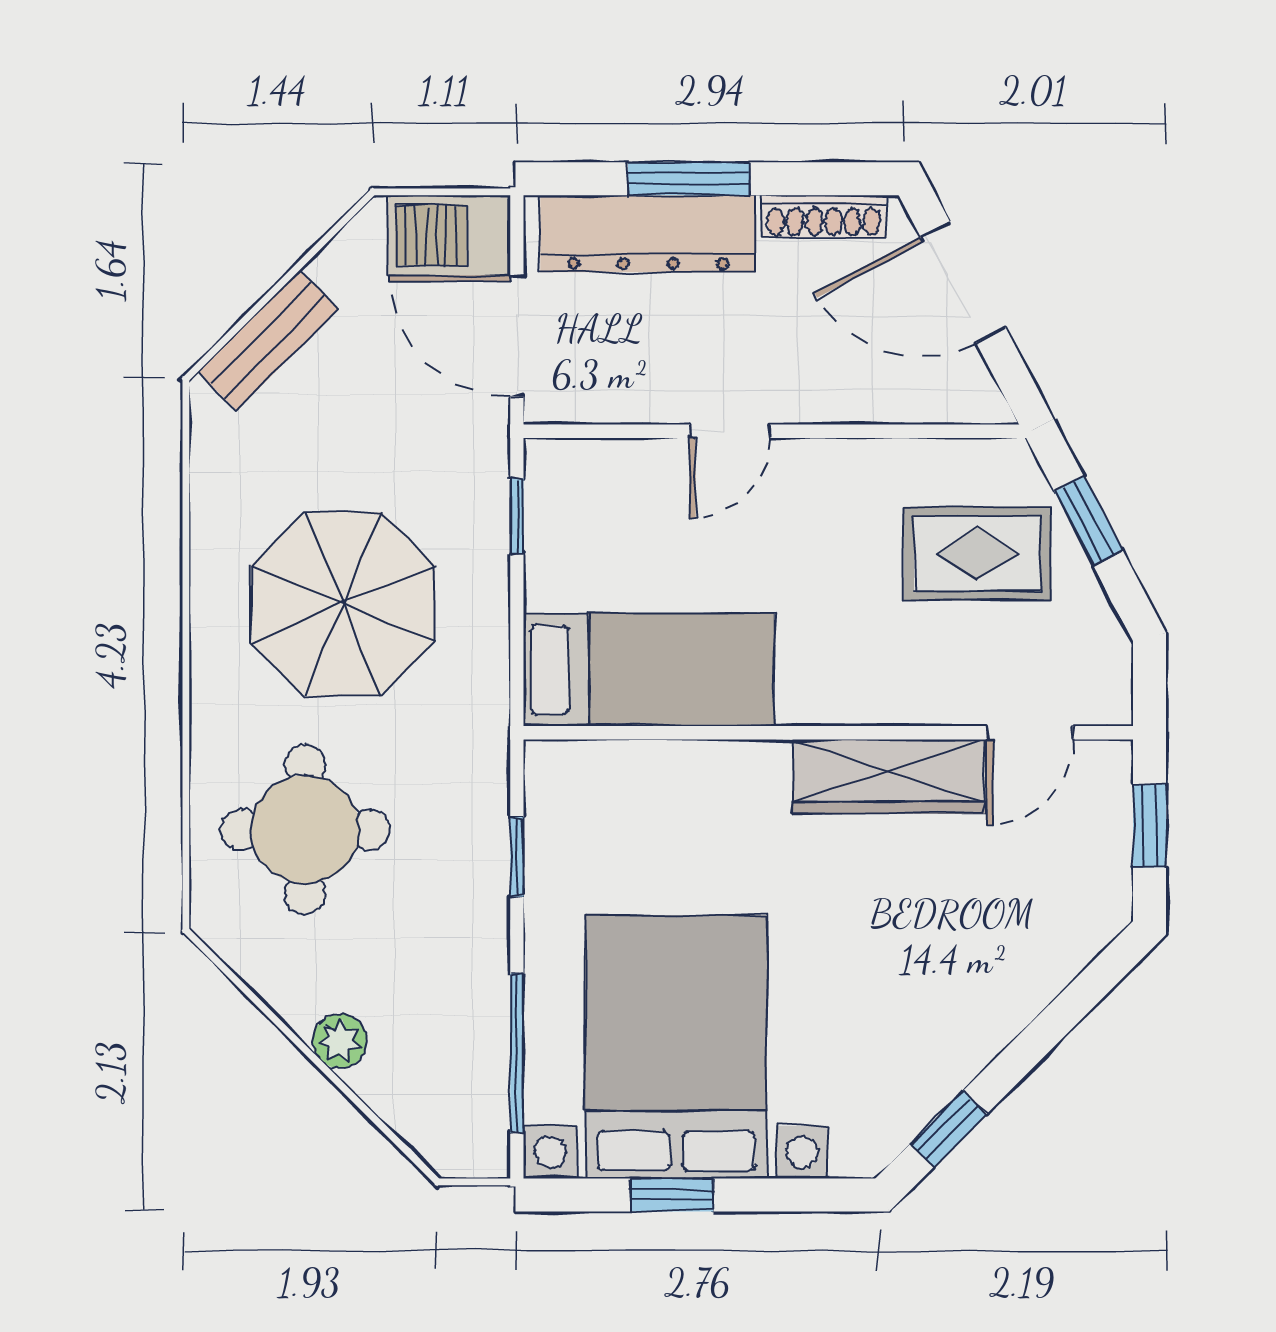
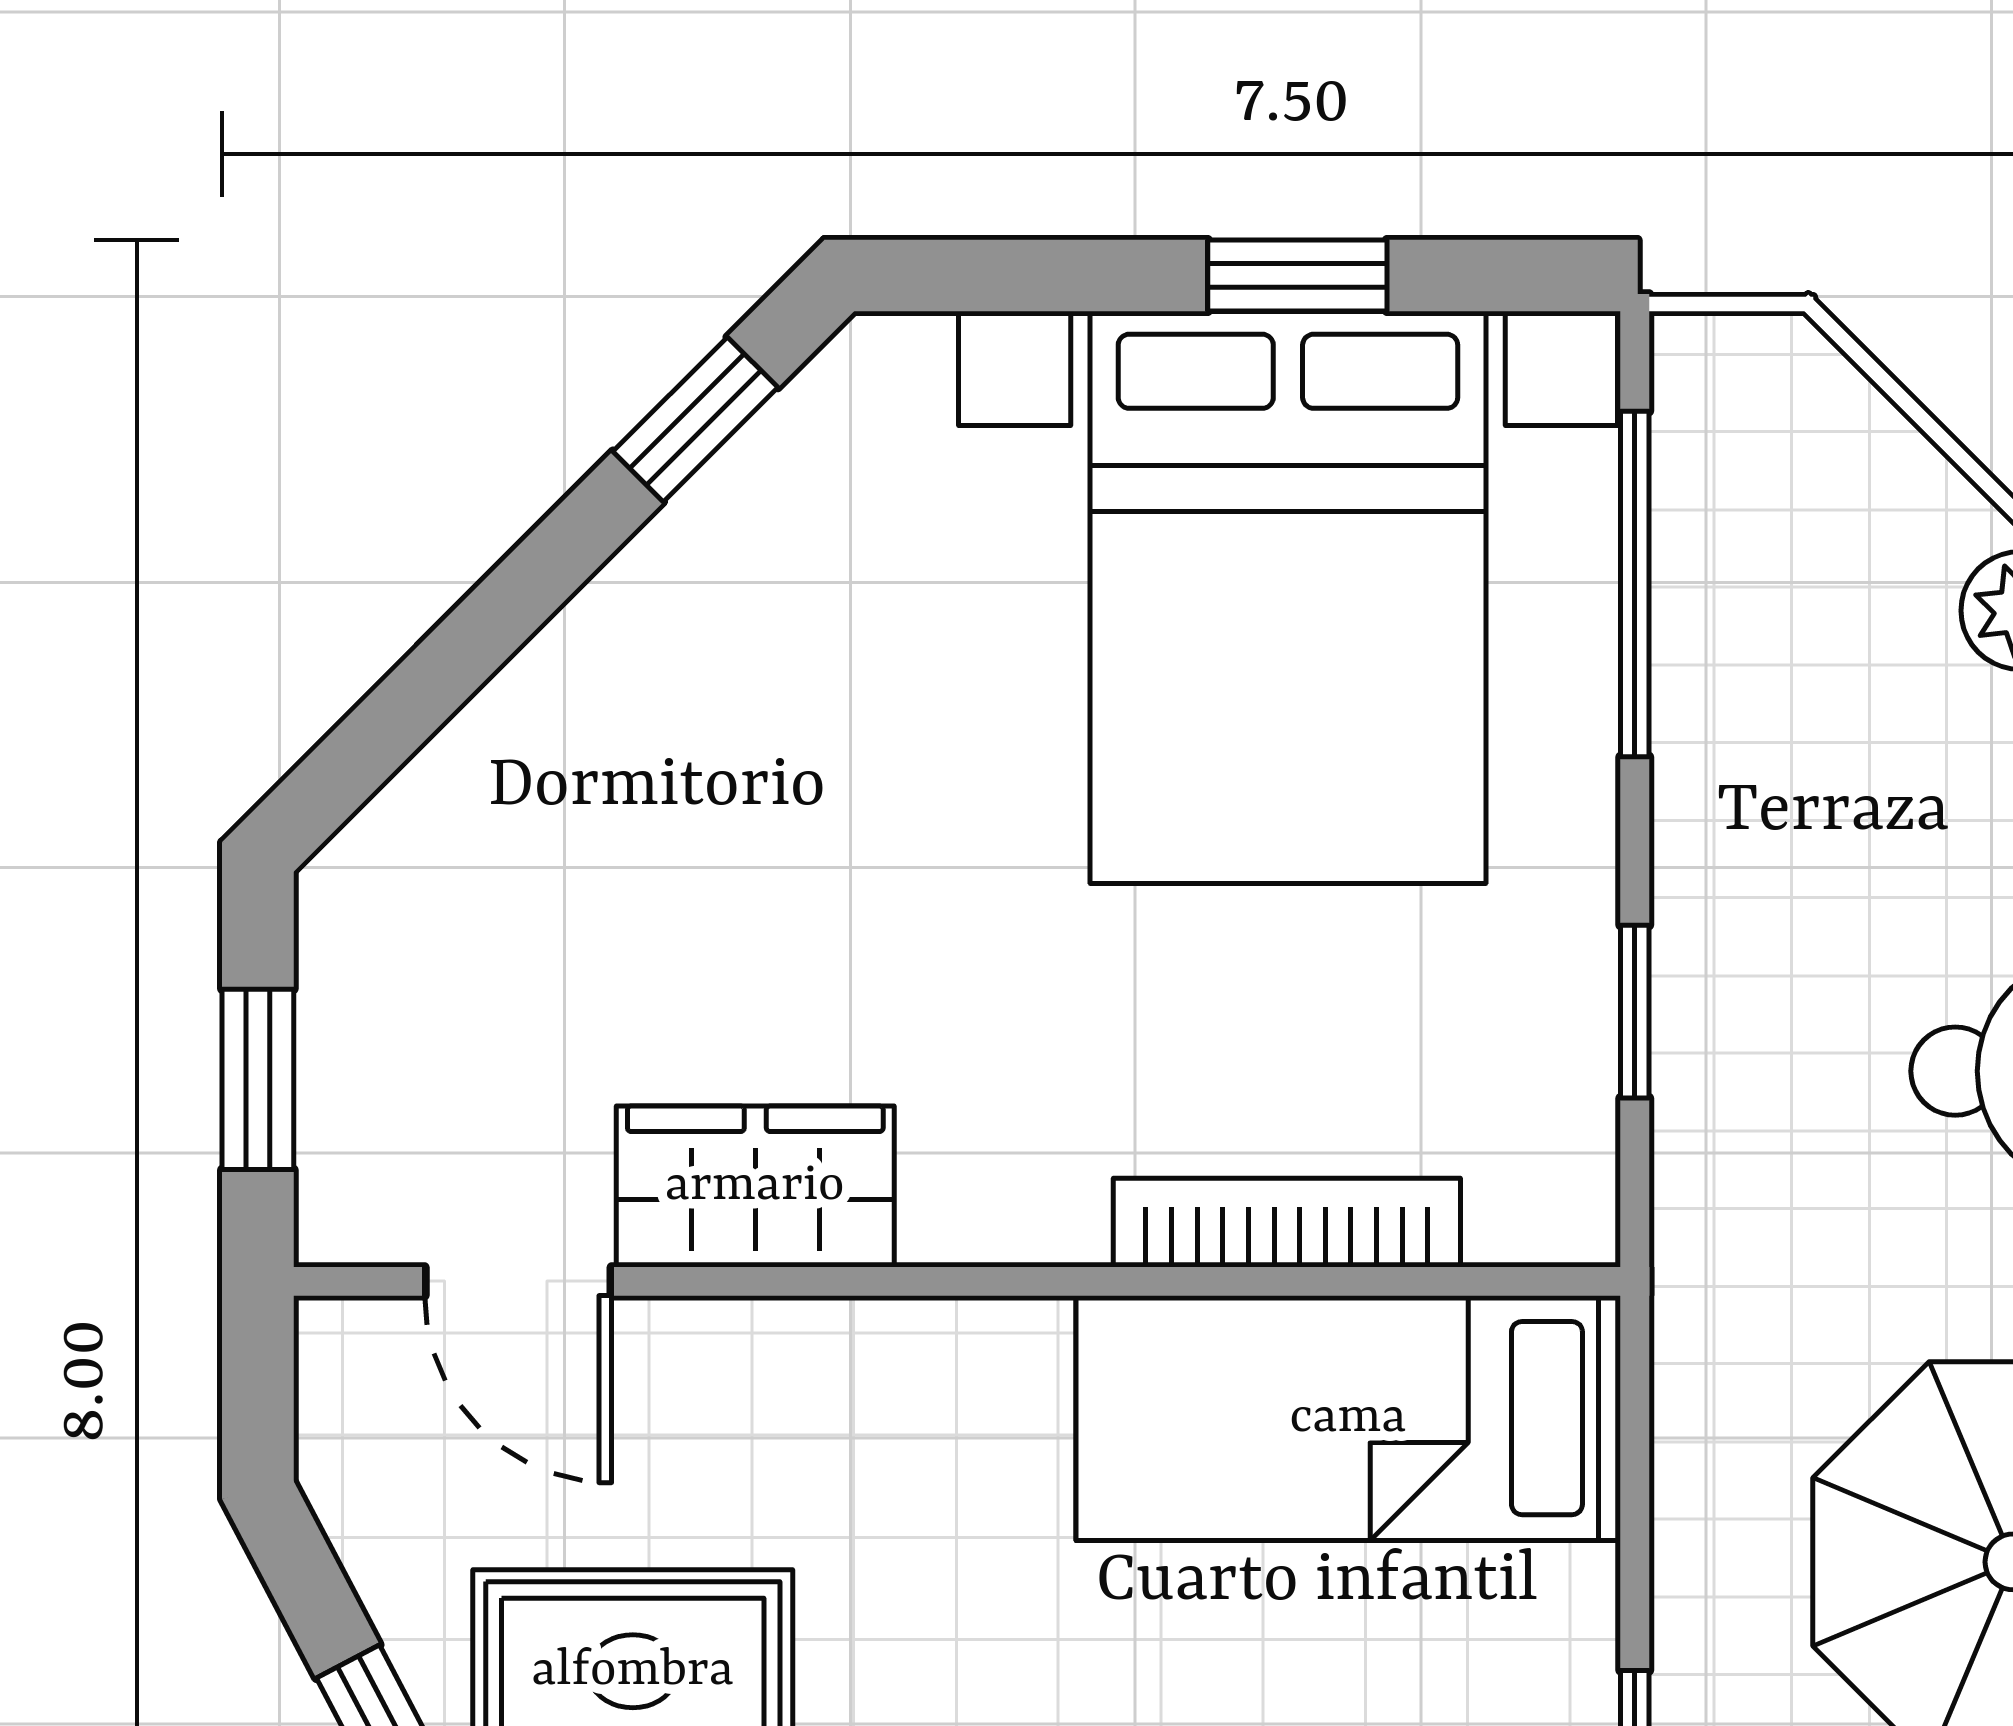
door: (1030, 733) -> (518, 1281), swing flipped
bookcase: (677, 760) -> (1287, 1223), added
wardrobe: (889, 776) -> (755, 1186), width x0.67

